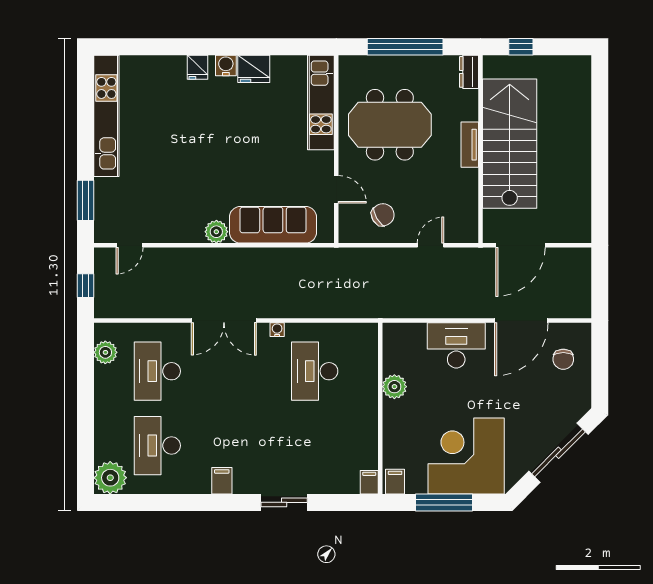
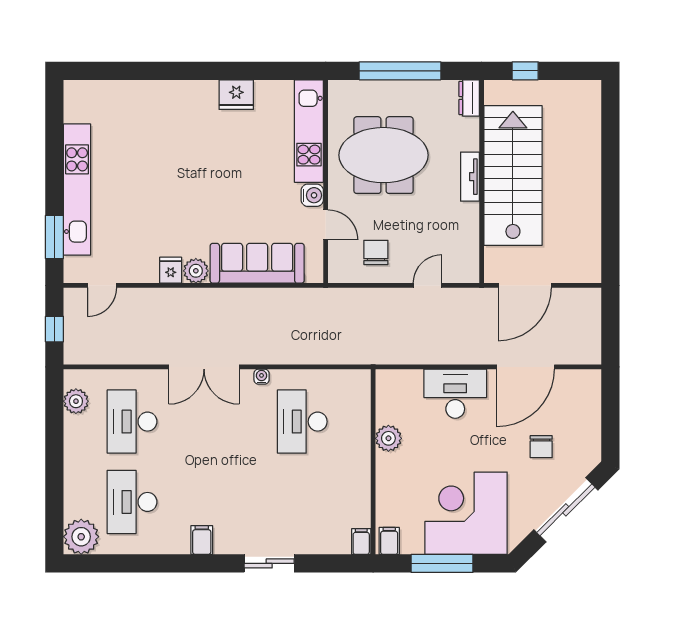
water cooler: (226, 65) -> (312, 195), moved, turned 90
fridge: (198, 67) -> (171, 270), moved, turned 180
kitchen unit: (106, 116) -> (77, 190), moved
chair: (383, 215) -> (376, 252), turned -60
chair: (563, 359) -> (541, 447), moved

